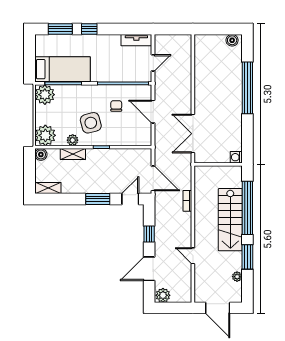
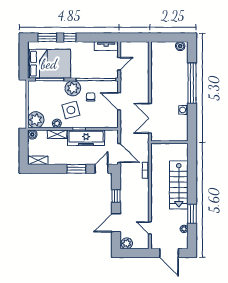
bed: (63, 69) -> (49, 64), width x1.50
plant: (45, 95) -> (73, 88), moved
washing machine: (236, 157) -> (183, 110), moved
freezer: (110, 159) -> (86, 138), added
window: (247, 208) -> (192, 176), removed
door: (193, 256) -> (150, 228), moved

